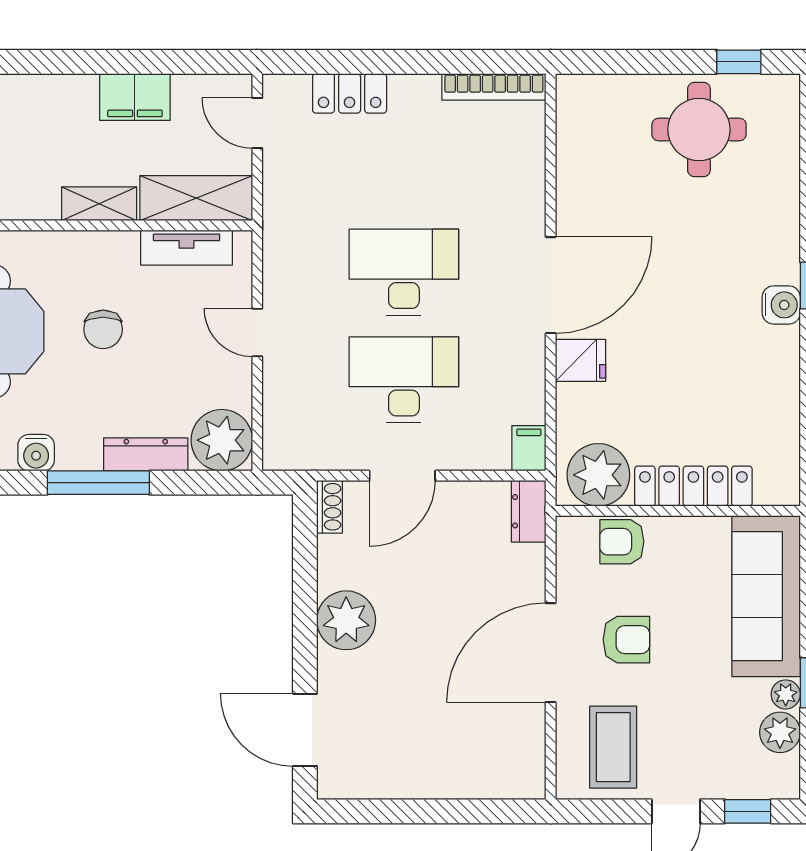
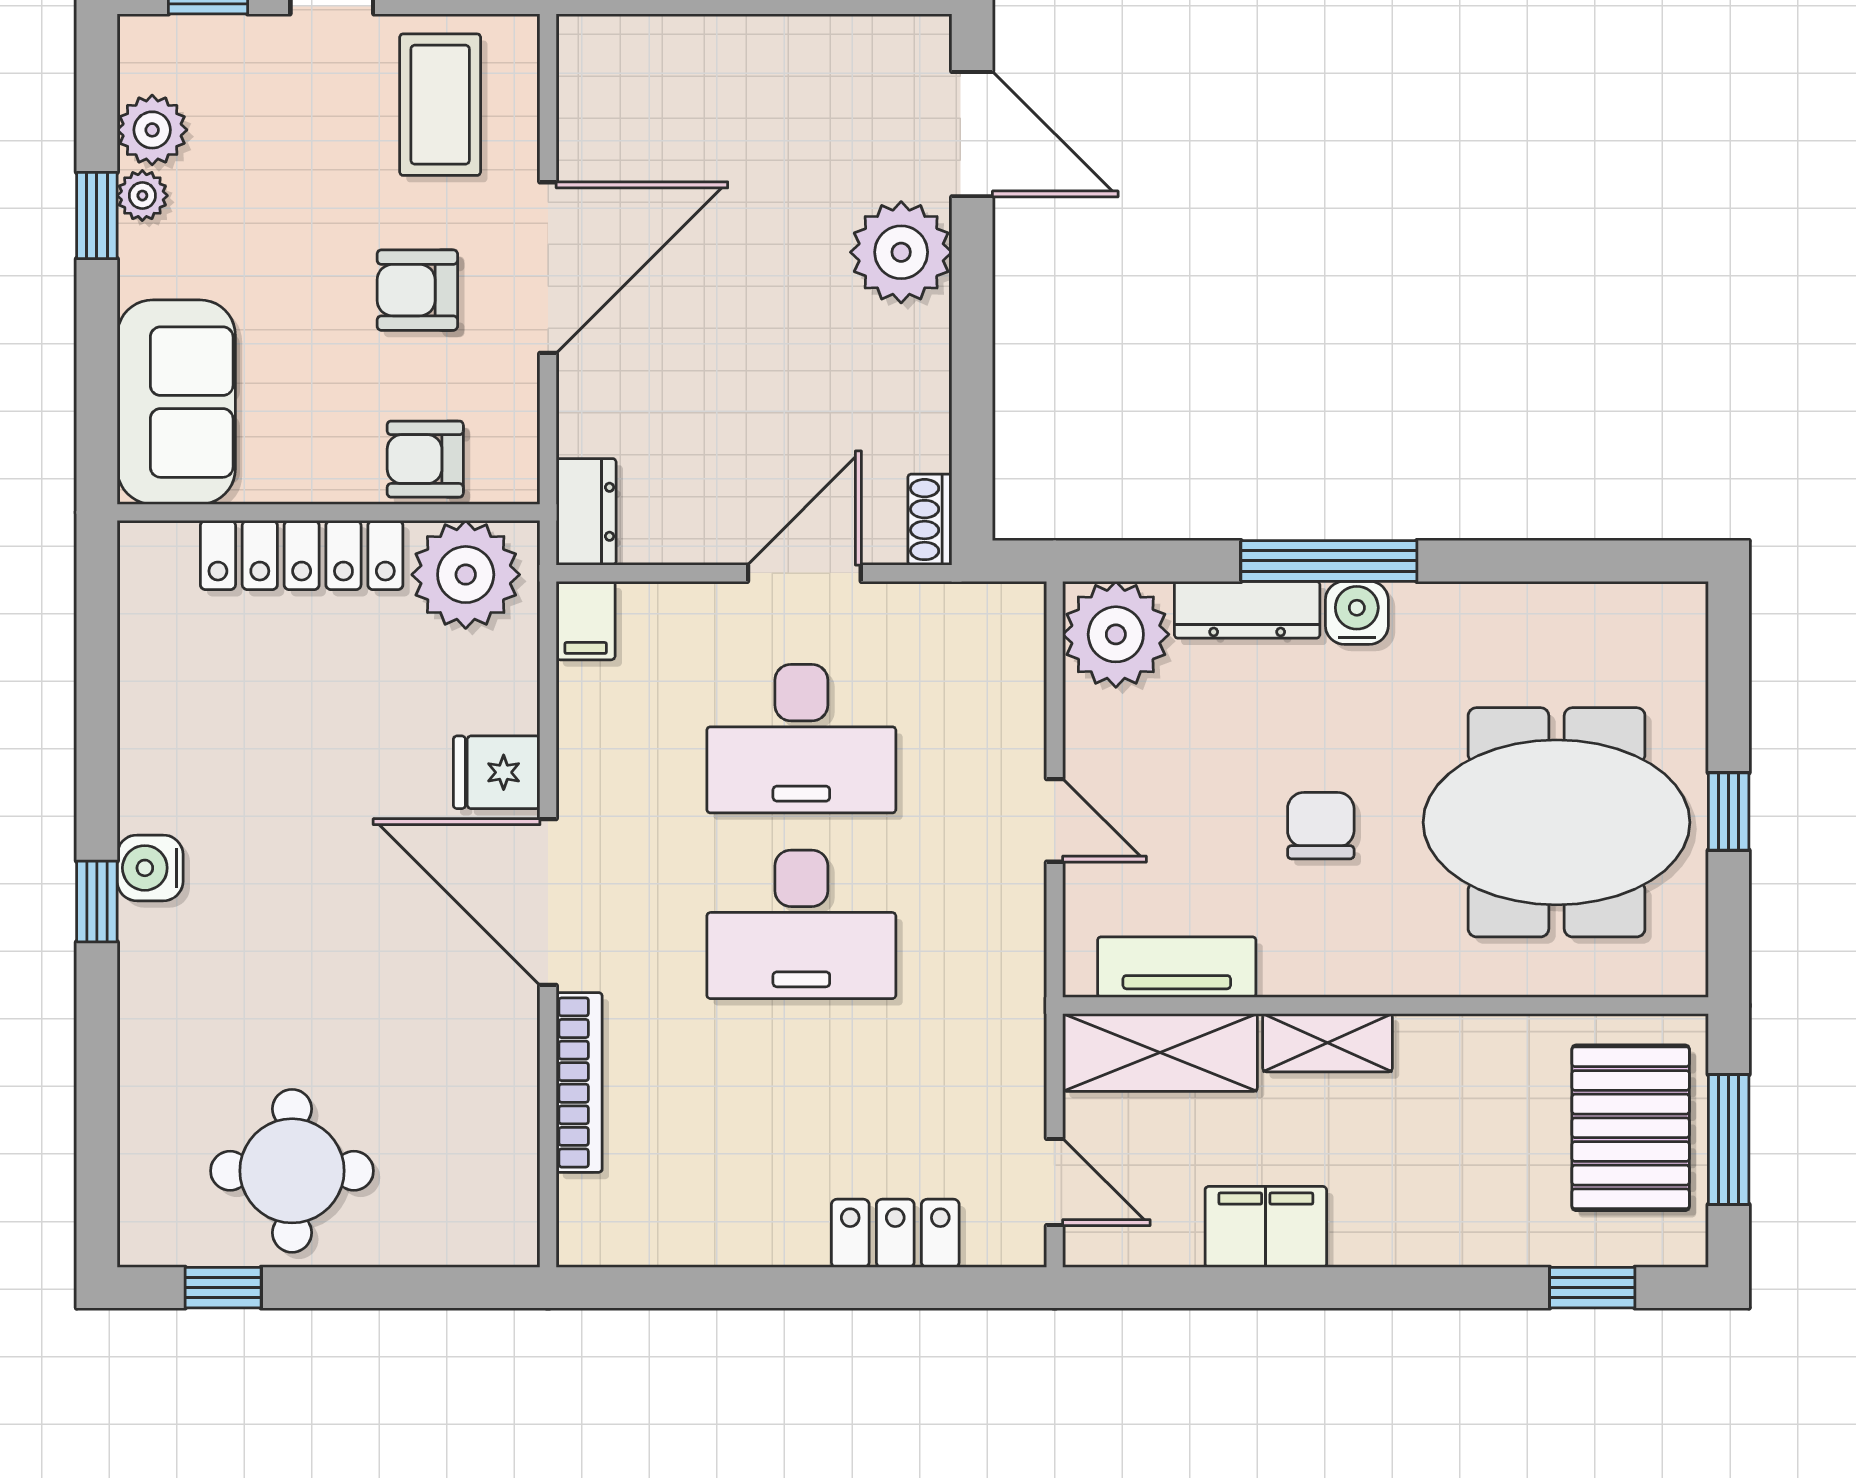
bookcase: (494, 87) -> (579, 1082), moved, turned 90
door: (551, 285) -> (548, 902), hinge flipped
water cooler: (36, 453) -> (1357, 613), moved
armchair: (622, 542) -> (425, 459), turned 180
sofa: (766, 596) -> (176, 402), width x0.73
plant: (346, 620) -> (901, 252), moved

